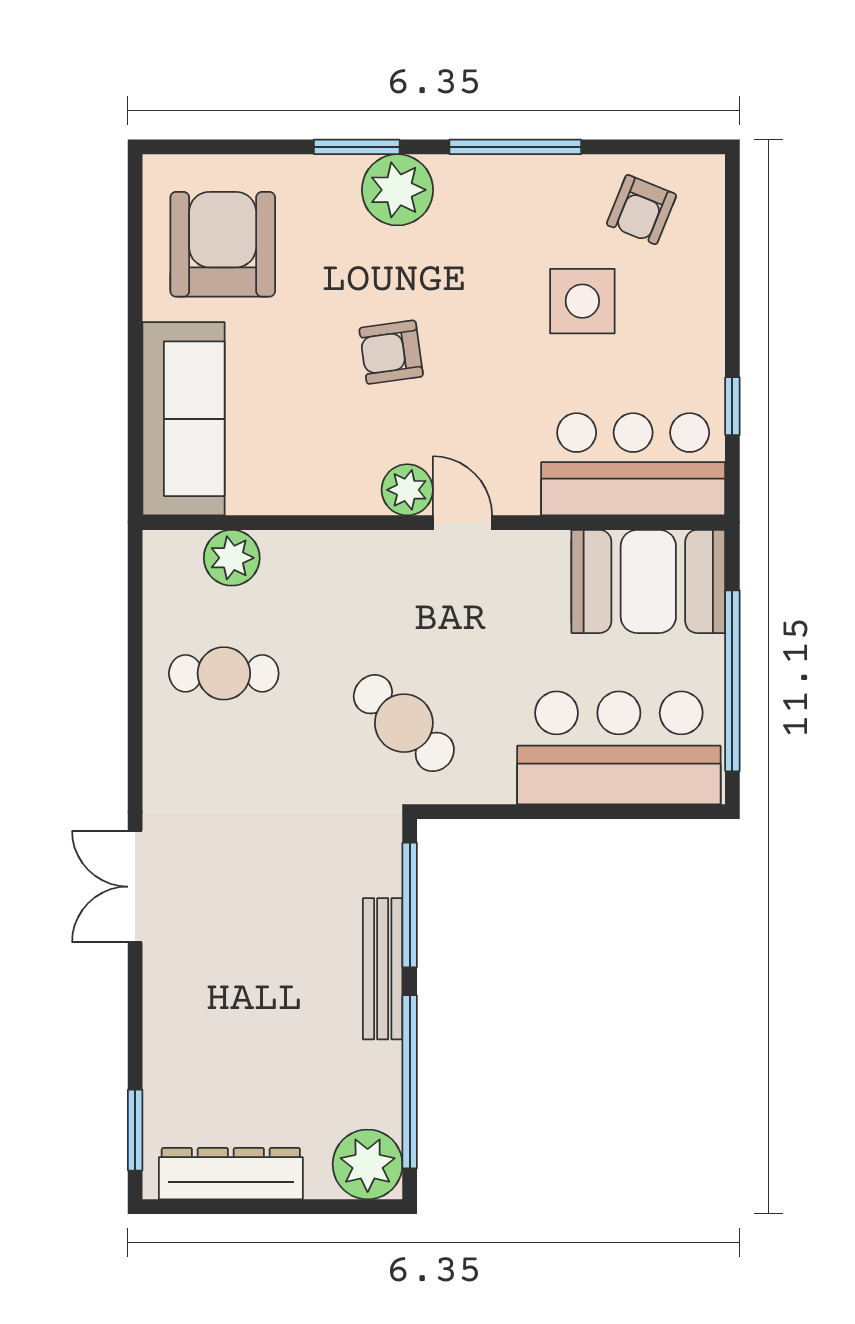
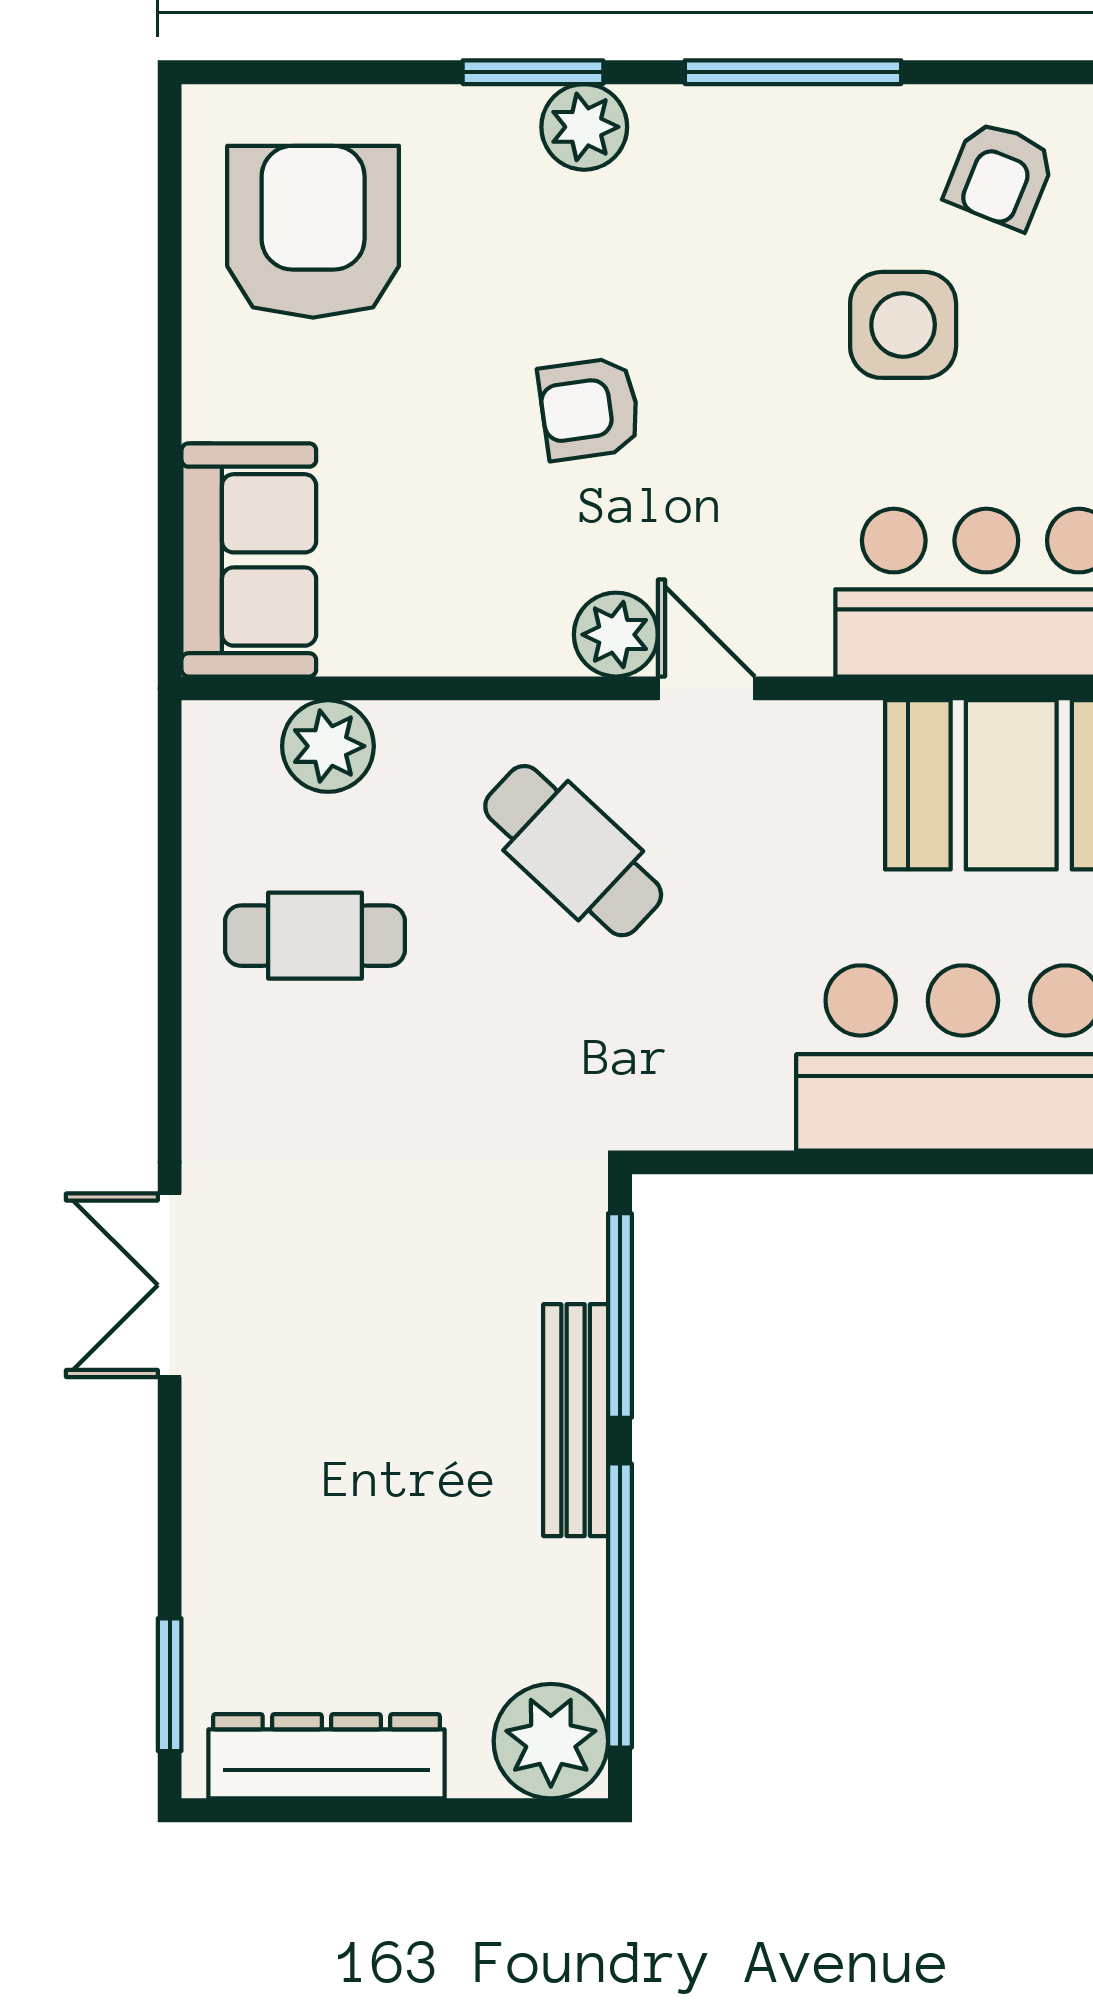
plant: (397, 190) -> (584, 127), width x0.73, depth x0.73
sofa: (183, 419) -> (249, 560), width x0.73
cafe table: (404, 723) -> (573, 851), moved

